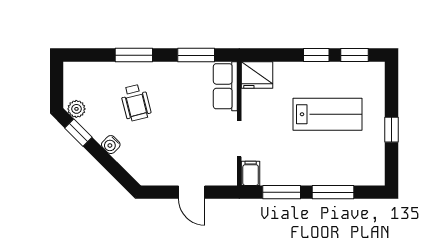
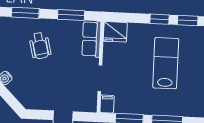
wheelchair: (136, 103) -> (40, 46), moved
lab bench: (327, 114) -> (166, 63), turned -90

